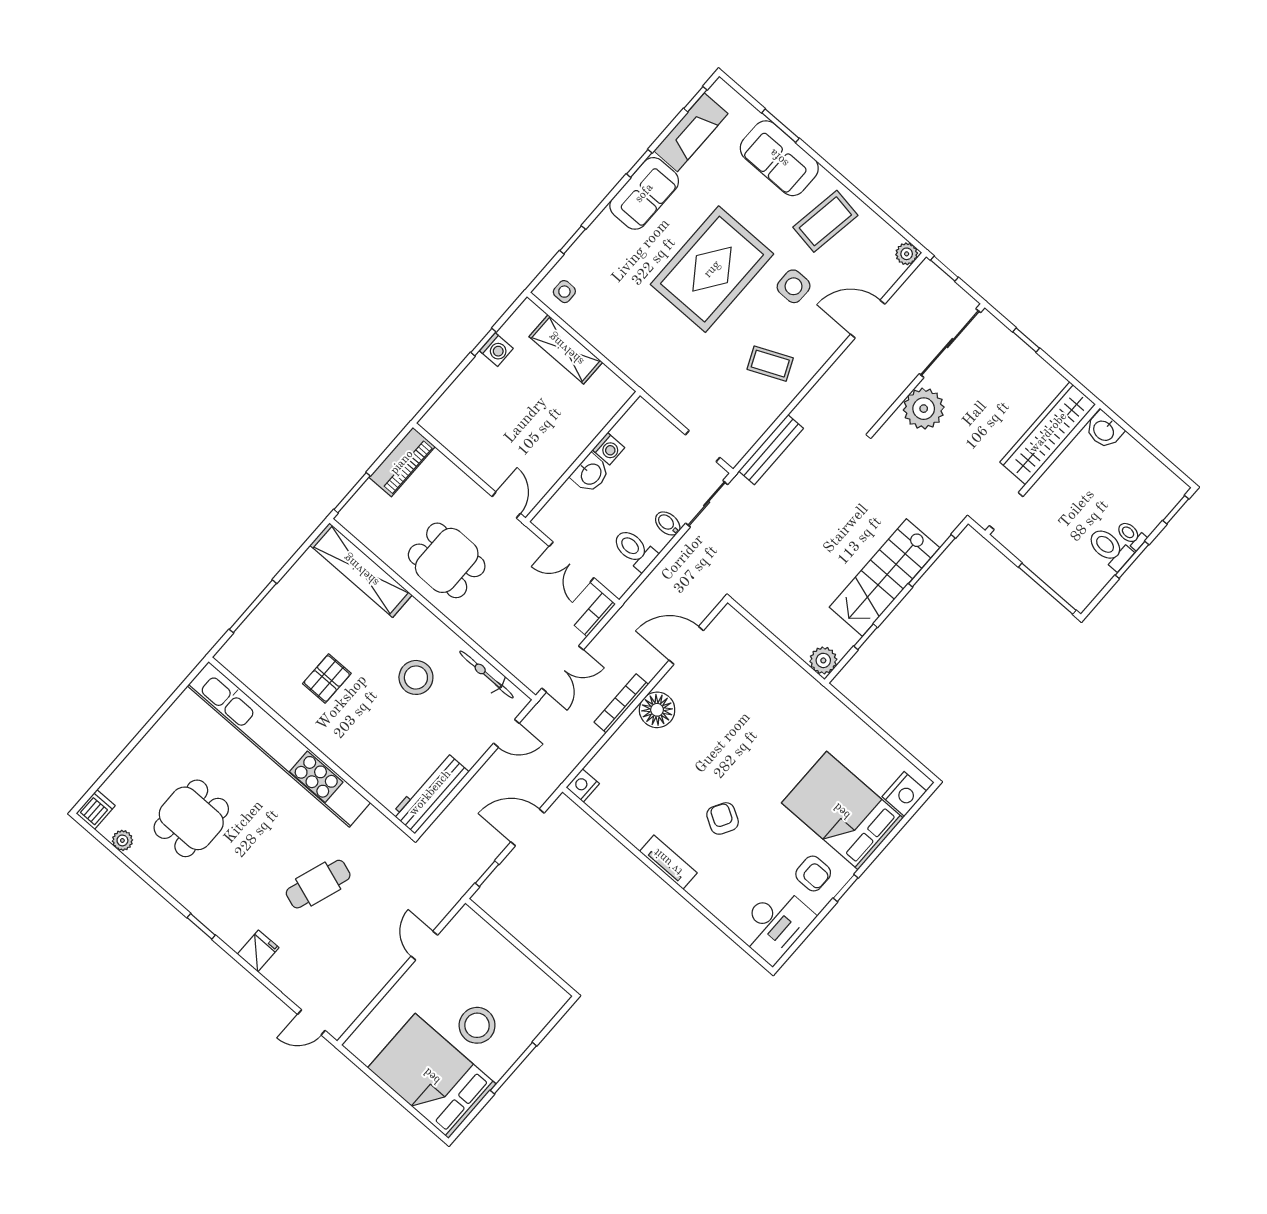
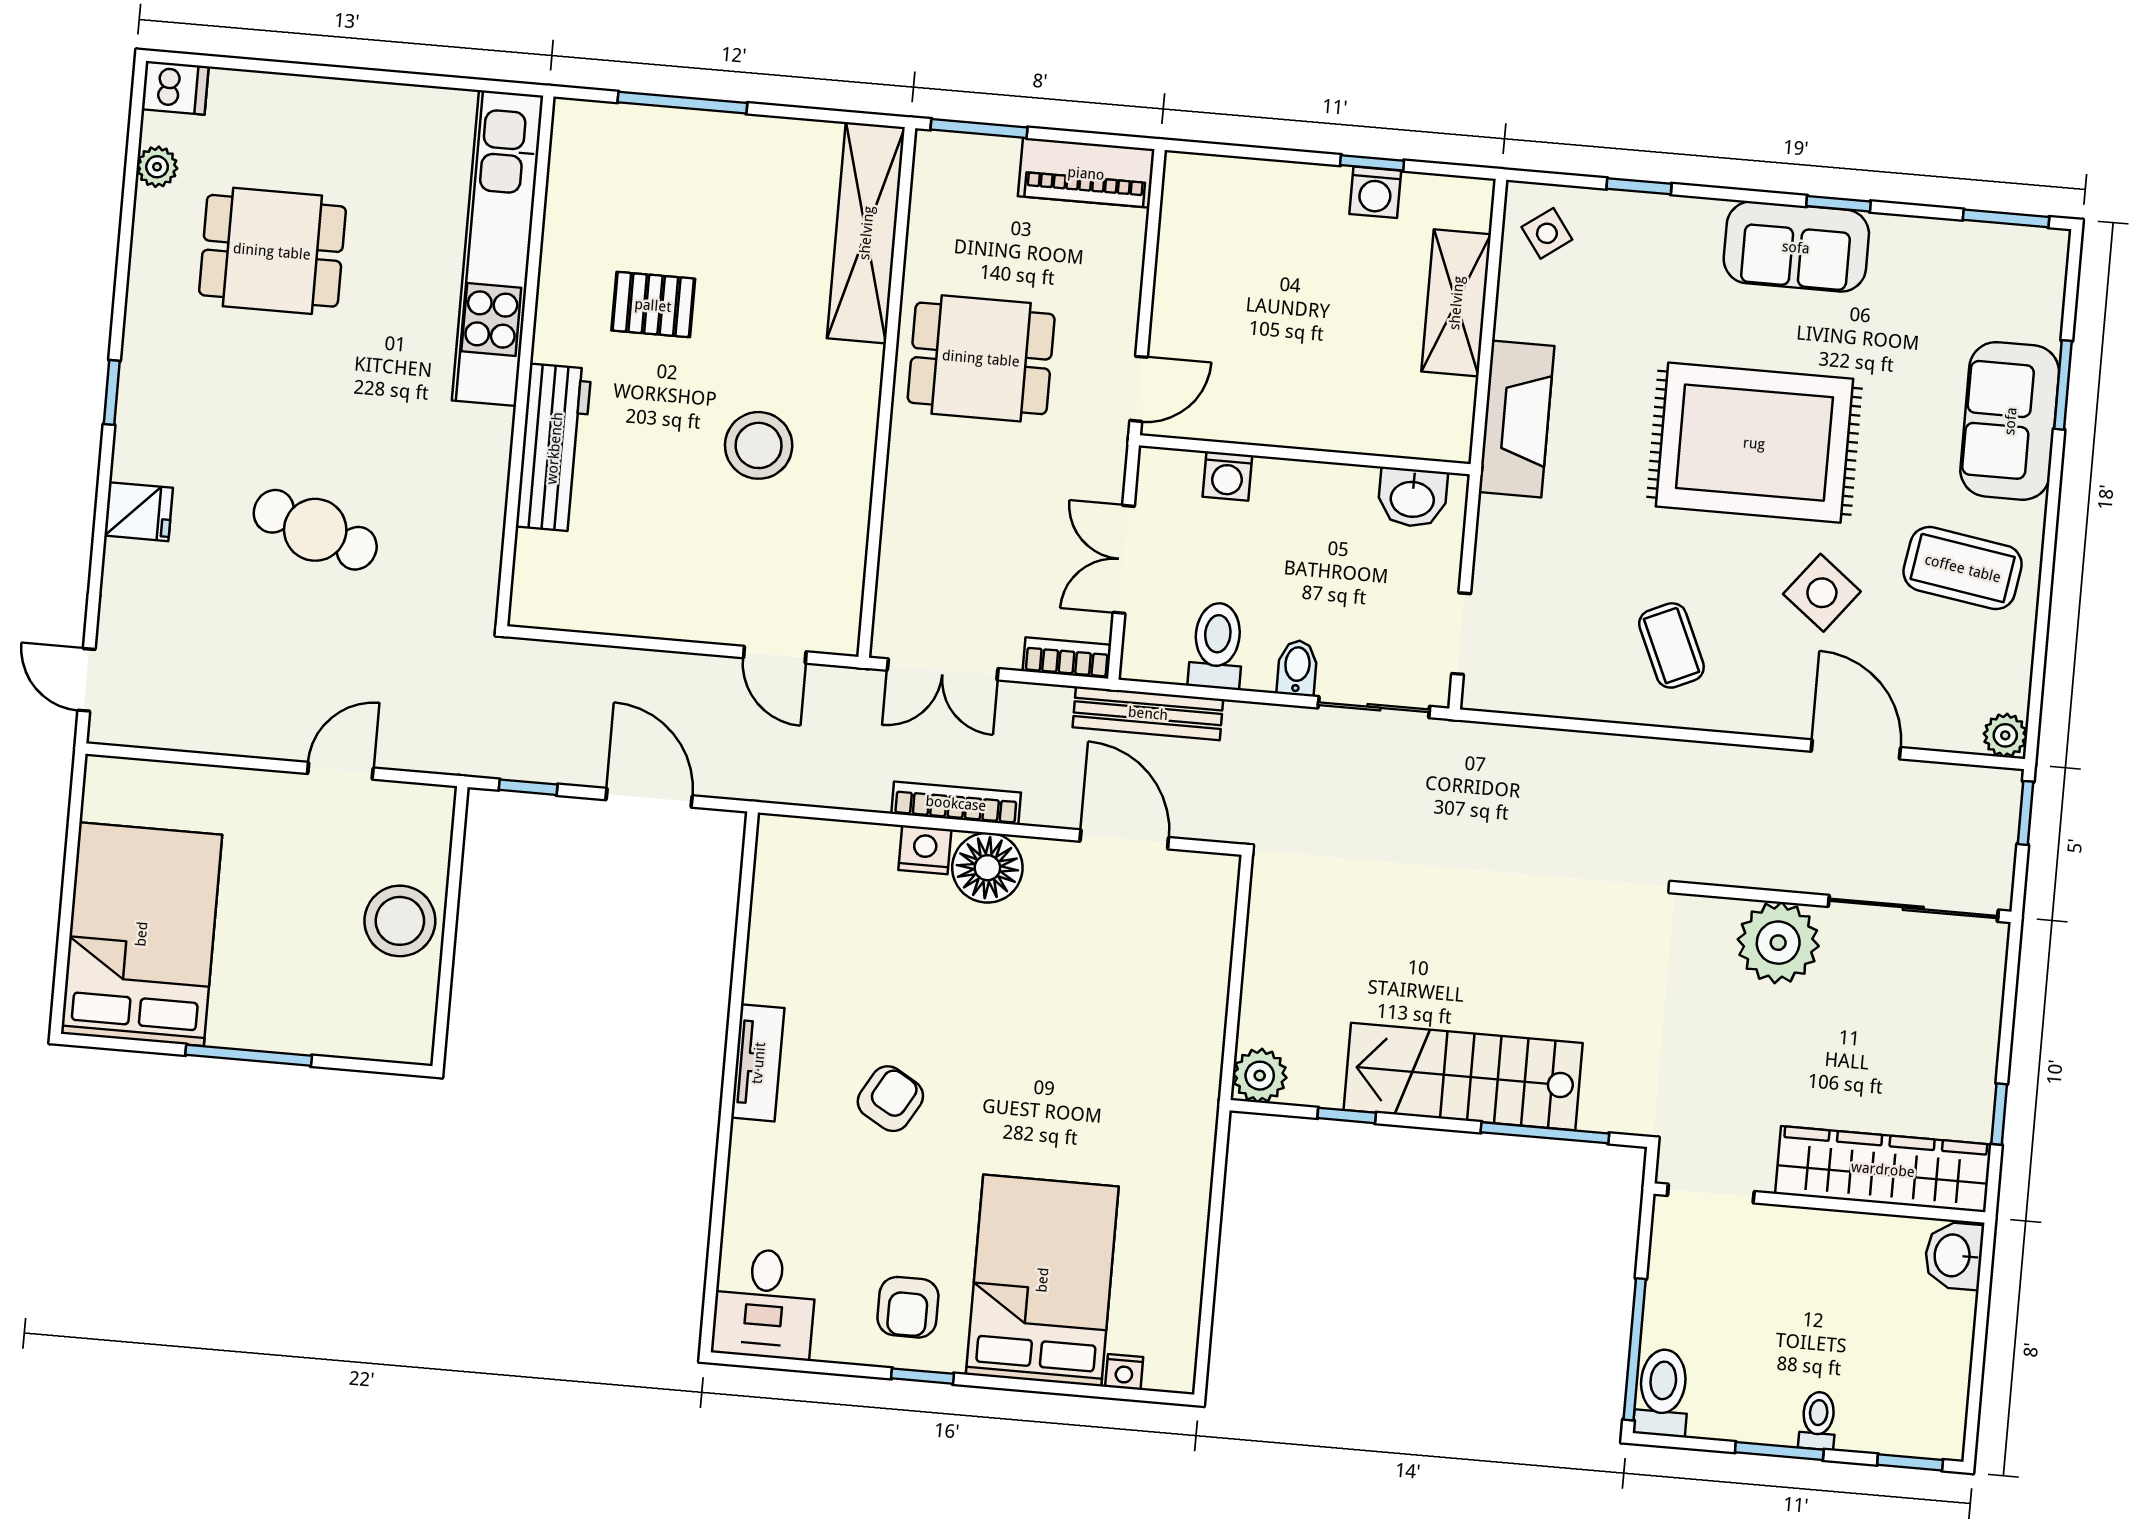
window: (695, 99) -> (2006, 218), width x1.50
fireplace: (691, 132) -> (1517, 419), moved, turned -90
side table: (794, 286) -> (1822, 593), turned 38
side table: (564, 292) -> (1547, 233), turned -36
window: (1026, 340) -> (1999, 1114), moved
washing machine: (609, 449) -> (1227, 476), moved
bench: (771, 450) -> (1148, 713), moved
washbasin: (590, 474) -> (1412, 498), moved
toilet: (1110, 548) -> (1662, 1392), moved
dining table: (447, 560) -> (981, 358), turned 90
bicycle: (487, 675) -> (845, 555), removed
kitchen unit: (279, 744) -> (498, 248), width x0.73
nightstand: (583, 785) -> (925, 850), moved
workbench: (430, 793) -> (554, 448), moved, turned 90
nightstand: (904, 794) -> (1124, 1372), width x0.53, depth x0.56
desk: (775, 924) -> (764, 1304), width x0.73
stool: (477, 1025) -> (400, 921), moved

